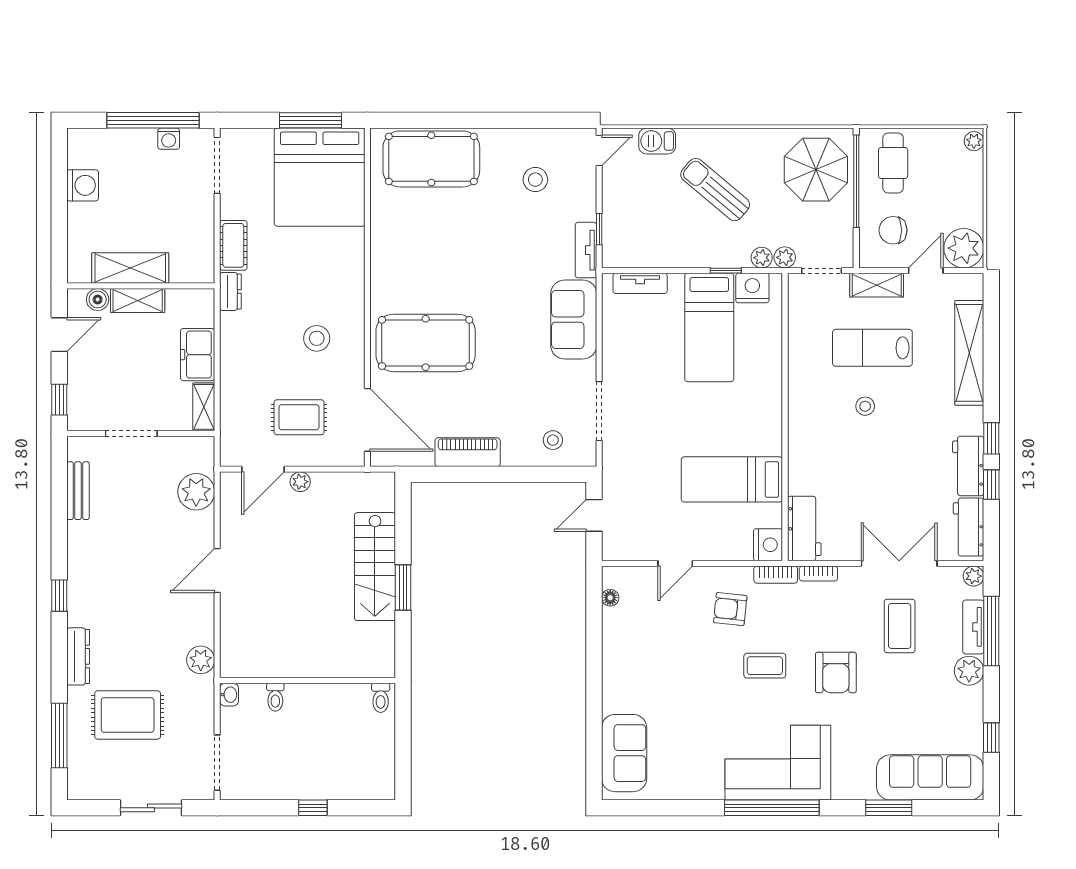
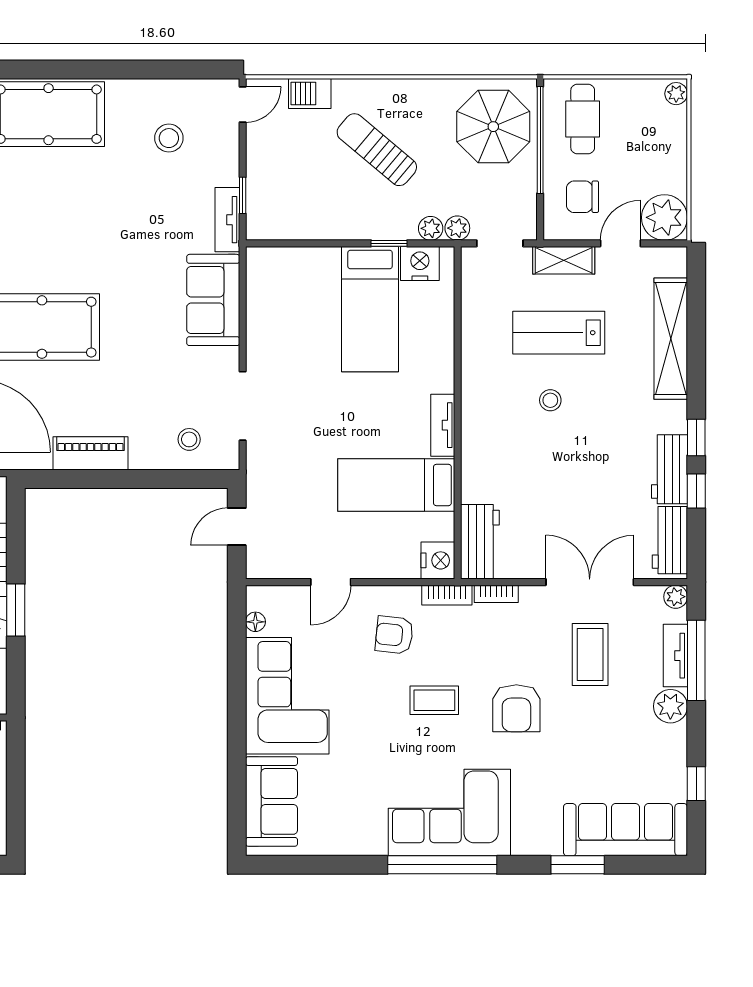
tv unit: (640, 283) -> (443, 425), moved, turned 90
corner sofa: (638, 662) -> (287, 696), added

